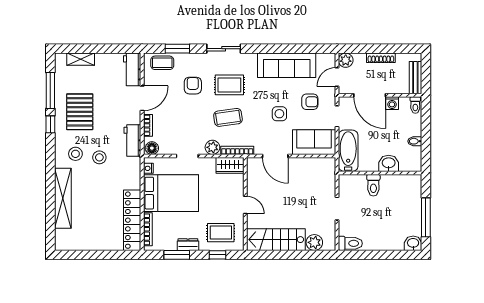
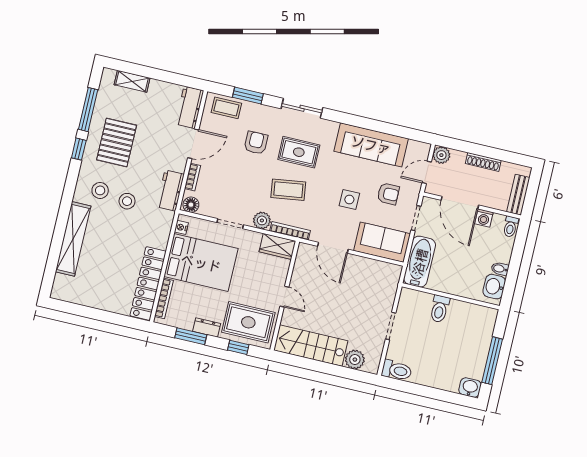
washbasin: (389, 163) -> (494, 287), moved, turned -90
rug: (221, 233) -> (248, 322), width x1.36, depth x1.43

